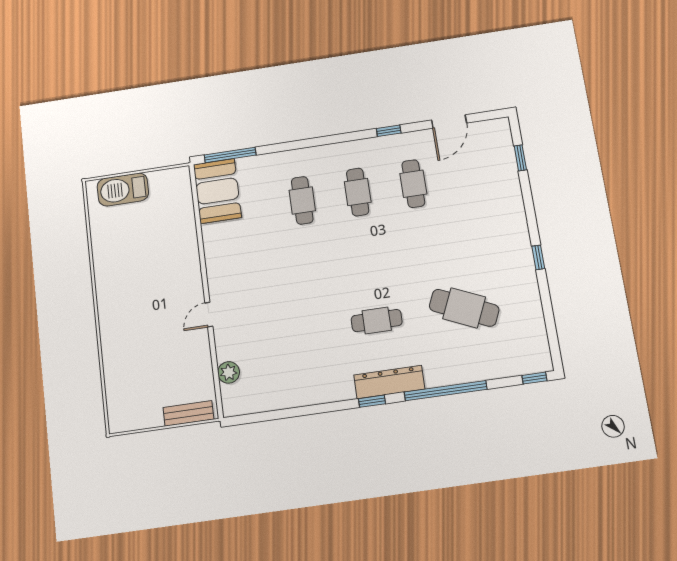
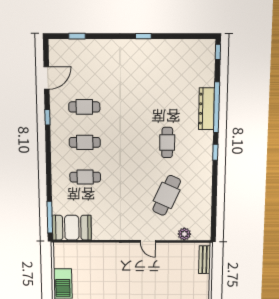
door: (449, 122) -> (47, 78), hinge flipped
cafe table: (464, 308) -> (167, 195), moved
dresser: (389, 382) -> (206, 109), moved

